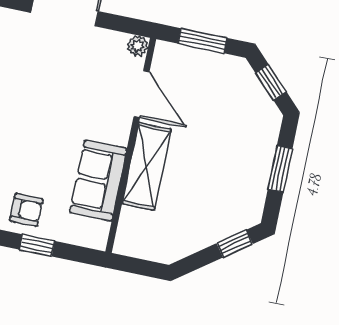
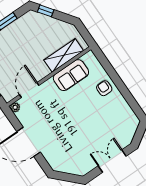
shelving: (147, 166) -> (64, 55), moved
window: (37, 245) -> (112, 73), removed

